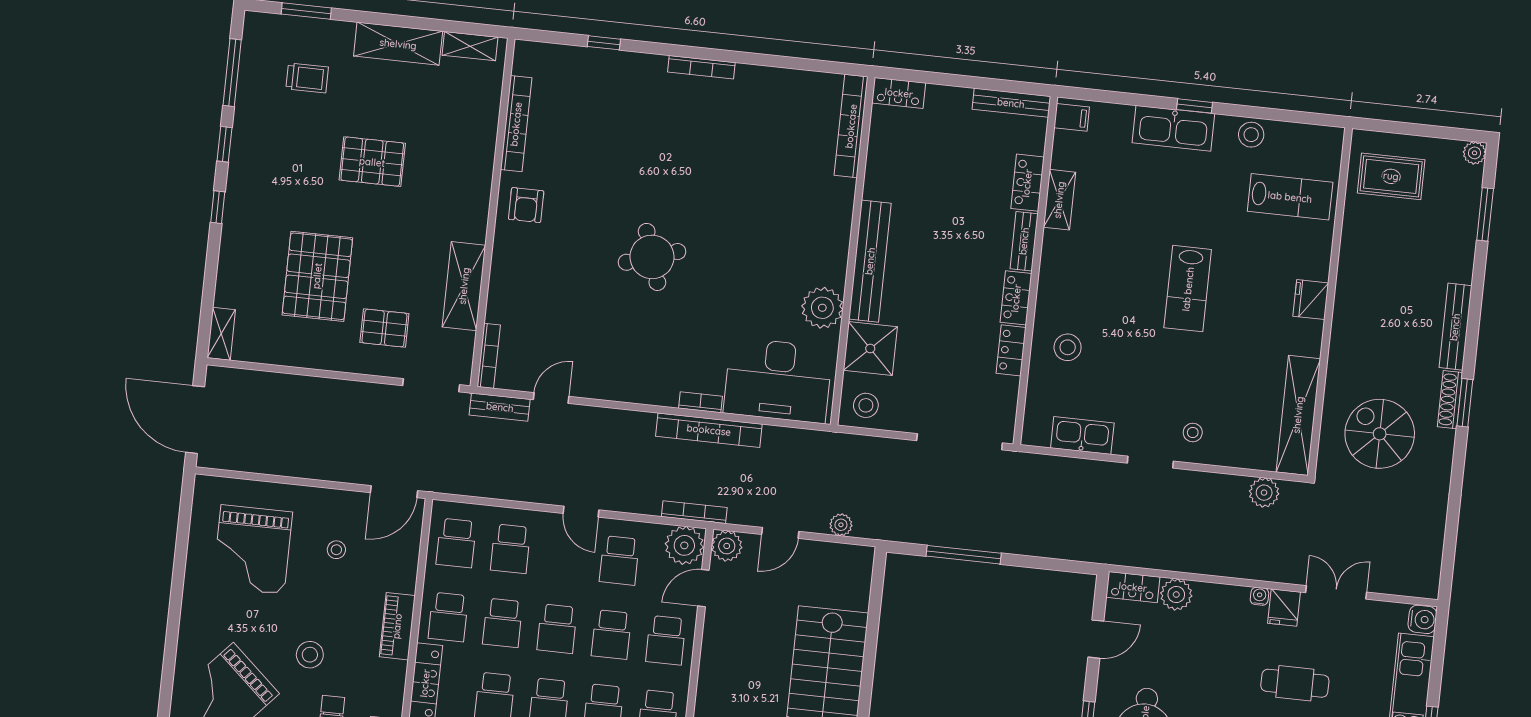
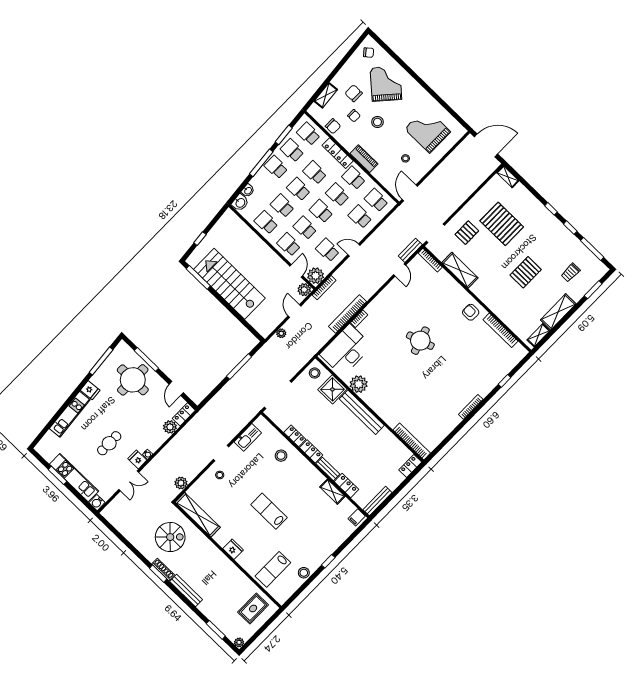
kitchen sink: (1173, 128) -> (326, 548), removed

